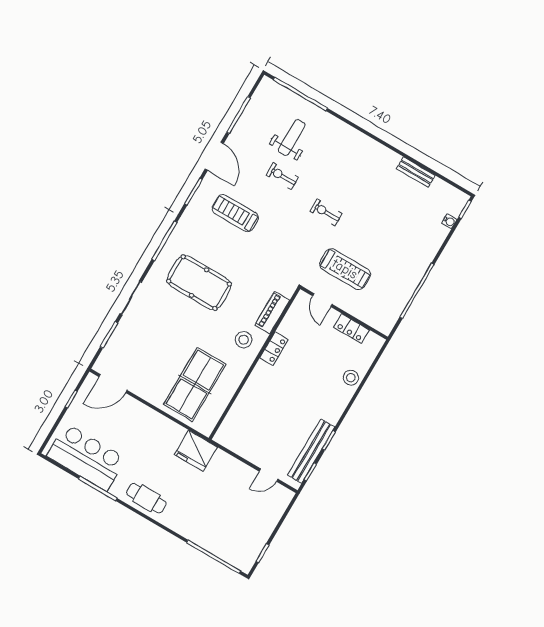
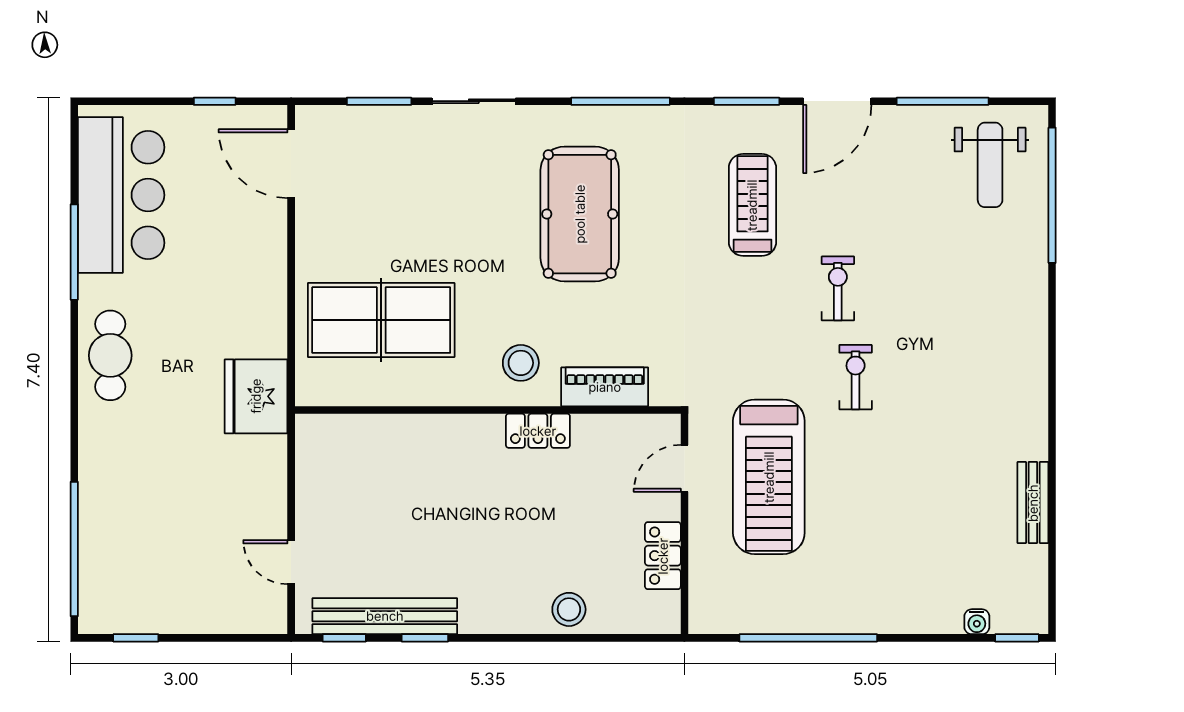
weight bench: (292, 138) -> (990, 165), moved, turned 90
exercise bike: (282, 176) -> (838, 288), moved
treadmill: (345, 269) -> (769, 477), width x1.37, depth x1.38

